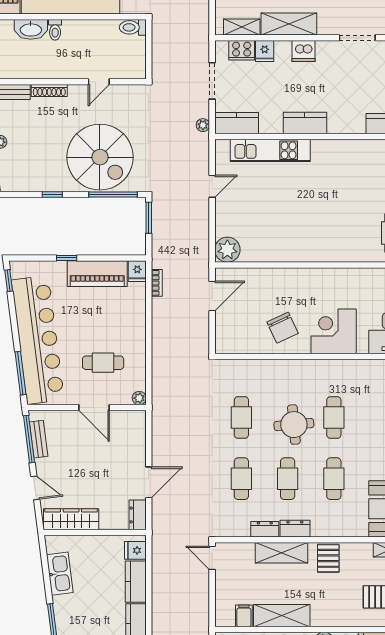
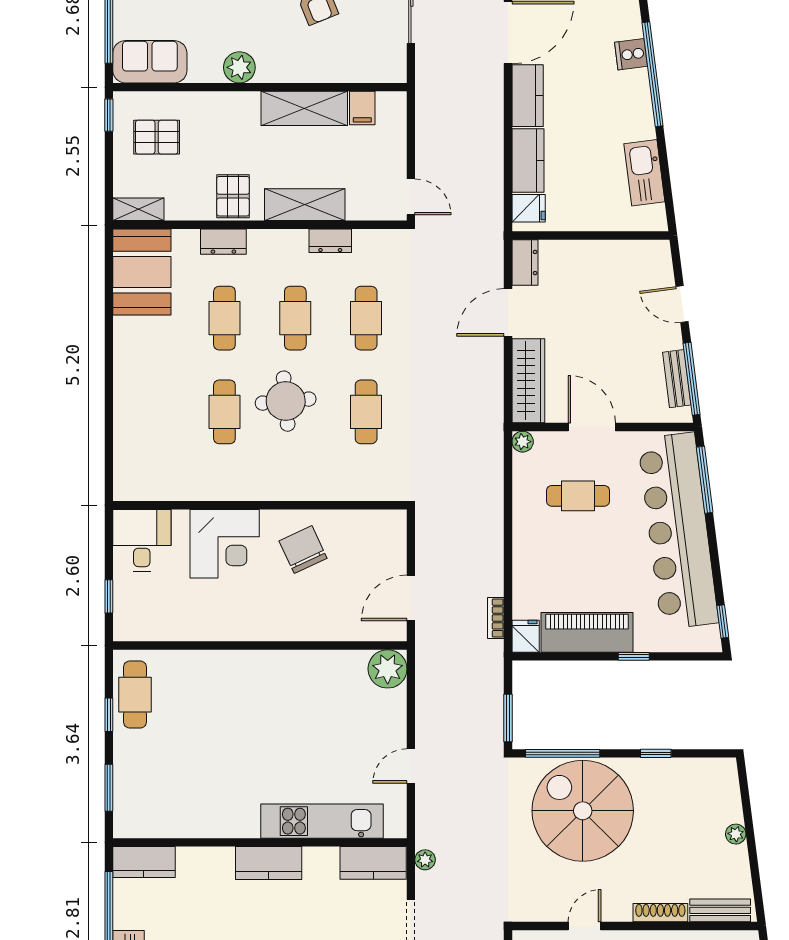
wardrobe: (71, 519) -> (528, 381), moved, turned -90
dresser: (295, 529) -> (223, 242), moved

